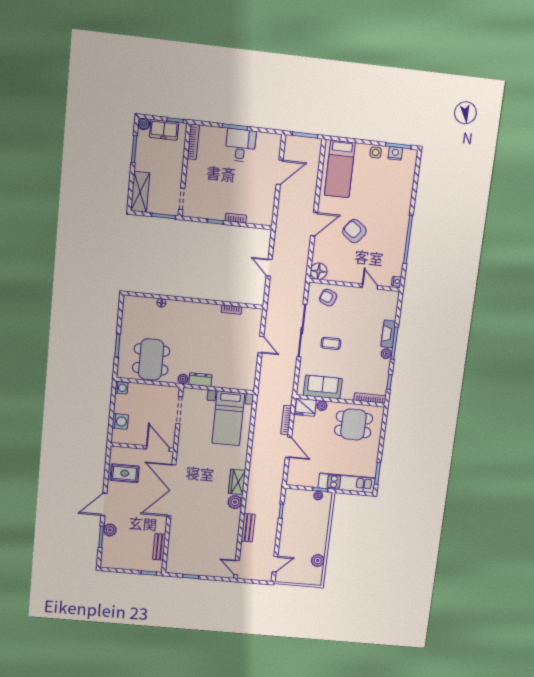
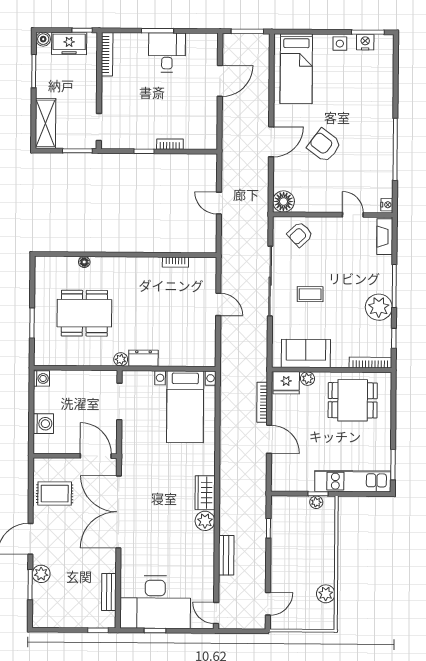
armchair: (328, 298) -> (300, 234), turned -64
fireplace: (388, 334) -> (385, 237), moved
plant: (386, 354) -> (379, 307), width x1.87, depth x1.87
dining table: (151, 359) -> (84, 313), moved, turned 90
desk: (193, 557) -> (155, 602), added

